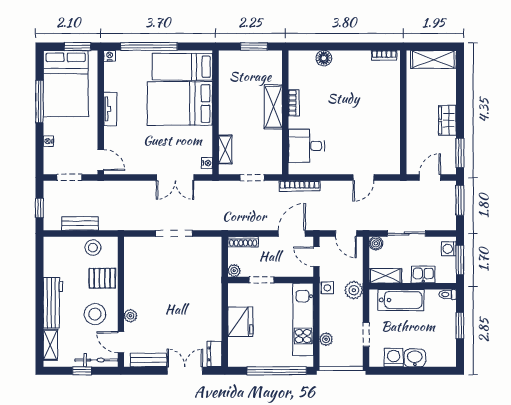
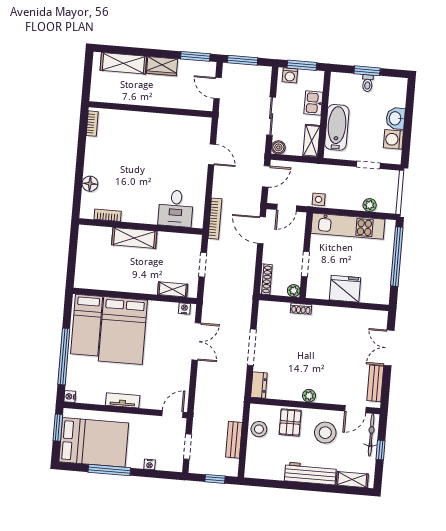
window: (254, 46) -> (73, 252), removed
shelving: (433, 59) -> (123, 63), moved, turned 90
bookcase: (294, 103) -> (108, 215), moved
shoe rack: (217, 279) -> (301, 309), added
plant: (354, 290) -> (323, 173), removed
toilet: (448, 294) -> (368, 83), moved
plant: (130, 316) -> (309, 396), moved
dresser: (214, 354) -> (259, 385), moved, turned -90

